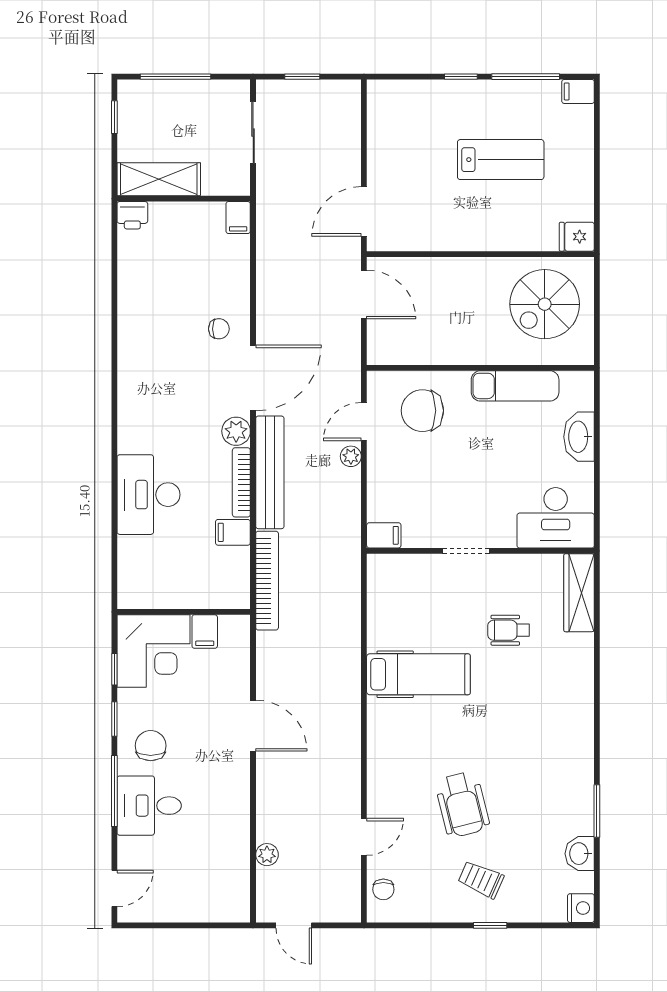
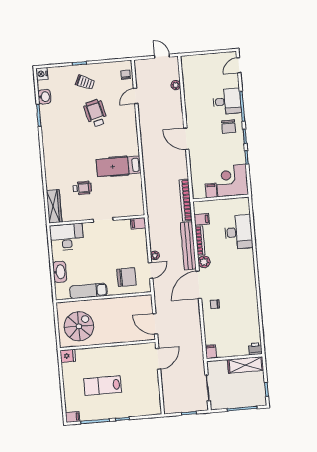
wall: (184, 612) -> (221, 198), moved
filing cabinet: (205, 632) -> (211, 191), moved
corner desk: (153, 651) -> (232, 180), moved

